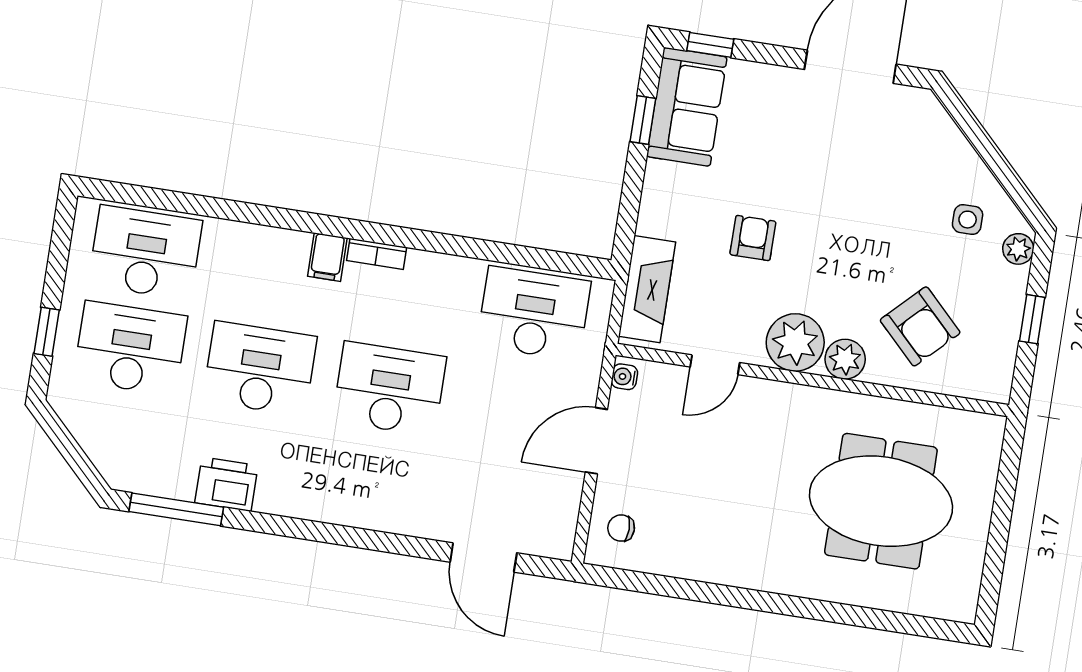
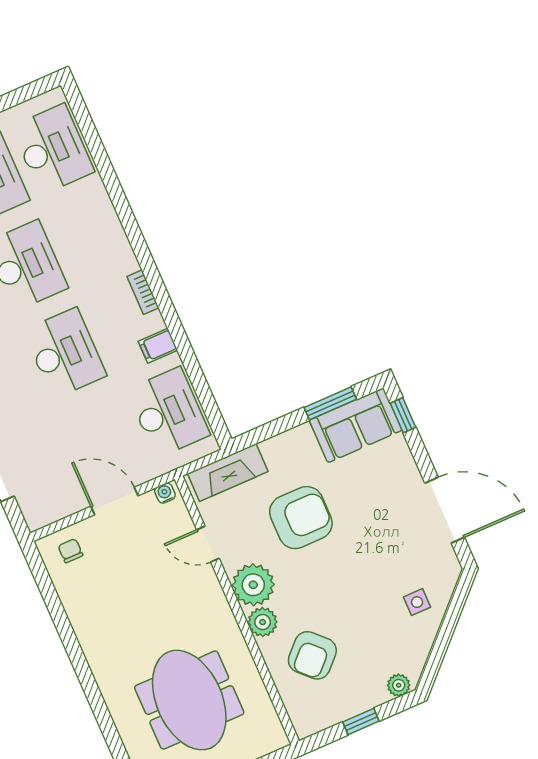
window: (643, 120) -> (330, 403), width x1.50
side table: (968, 220) -> (417, 602), moved
armchair: (753, 238) -> (301, 518), width x1.88, depth x1.88
filing cabinet: (327, 257) -> (158, 346), moved

